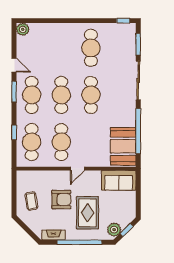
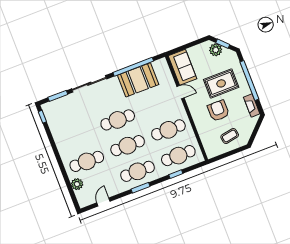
plant: (23, 29) -> (77, 184), moved
cafe table: (91, 48) -> (87, 161), moved
door: (14, 65) -> (103, 202), moved
booth: (123, 146) -> (138, 80), moved
door: (77, 169) -> (180, 92), moved
plant: (114, 230) -> (216, 50), moved

